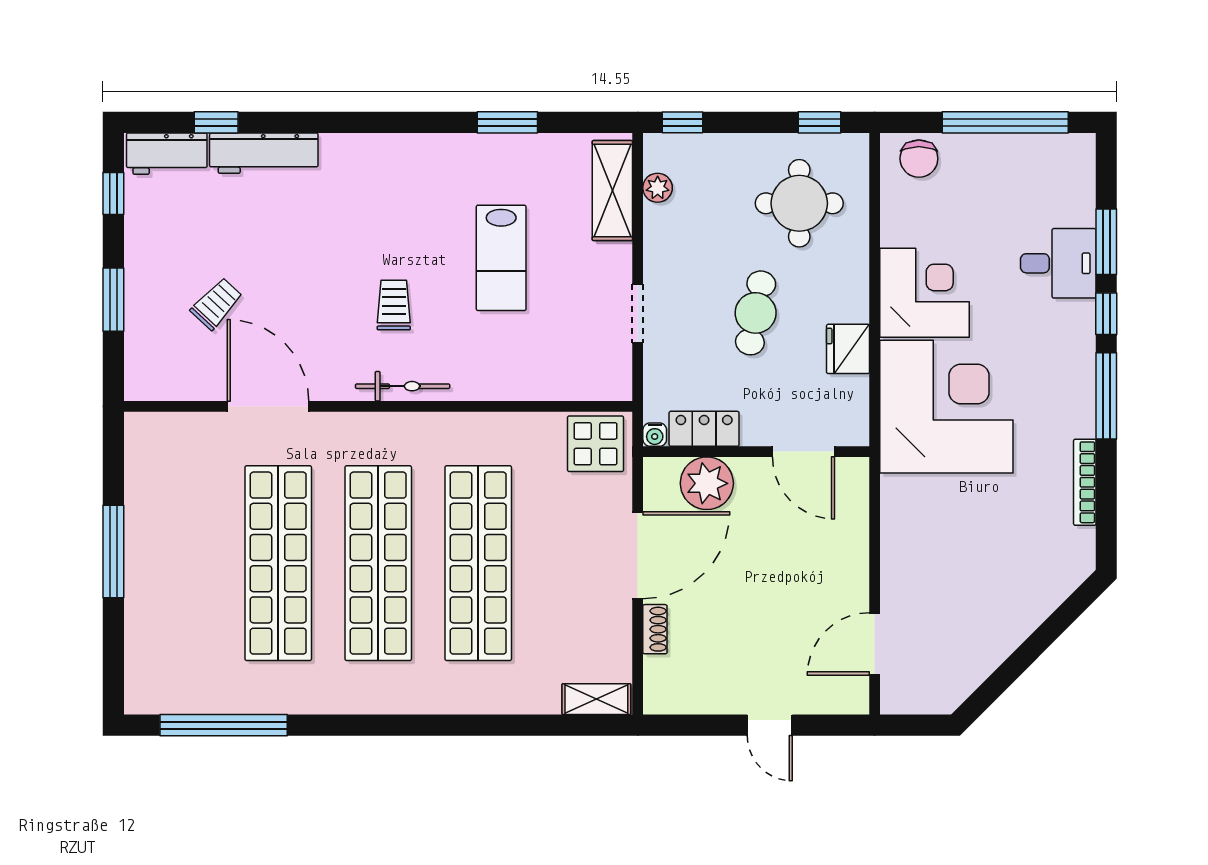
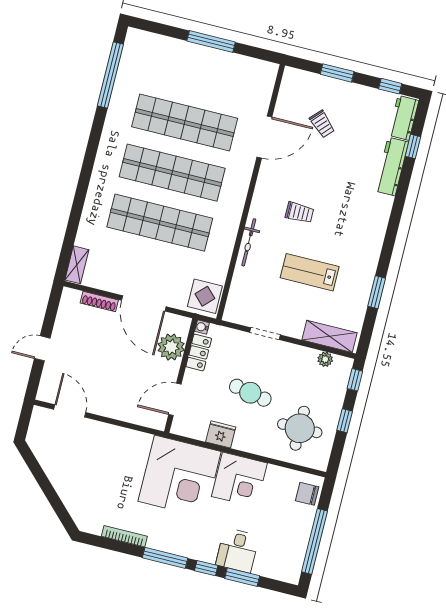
window: (820, 122) -> (345, 421), moved
bicycle: (403, 386) -> (249, 242), moved
shoe rack: (655, 629) -> (99, 302), width x1.43

